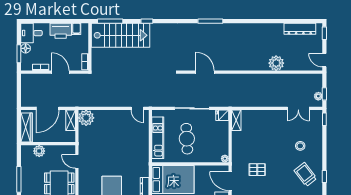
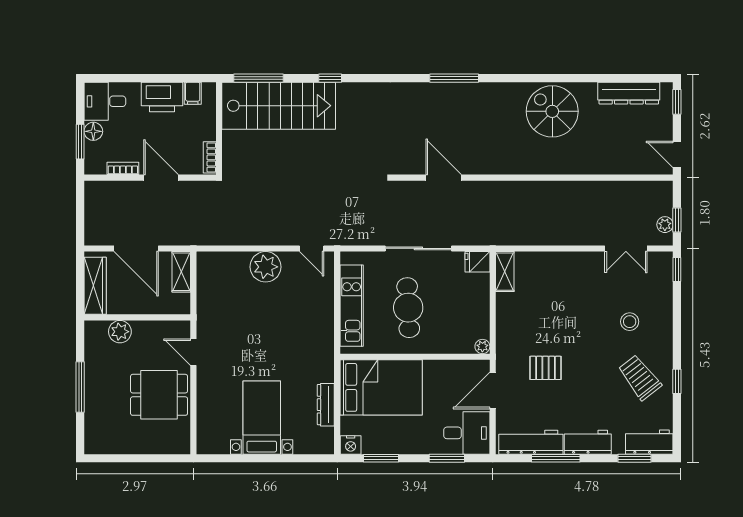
spiral stairs: (261, 38) -> (552, 111), added
plant: (276, 63) -> (583, 160), removed
door: (47, 108) -> (136, 248), hinge flipped
plant: (86, 118) -> (266, 267), moved
door: (230, 181) -> (493, 390), hinge flipped

